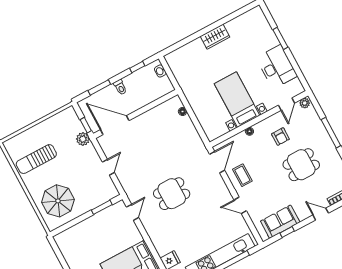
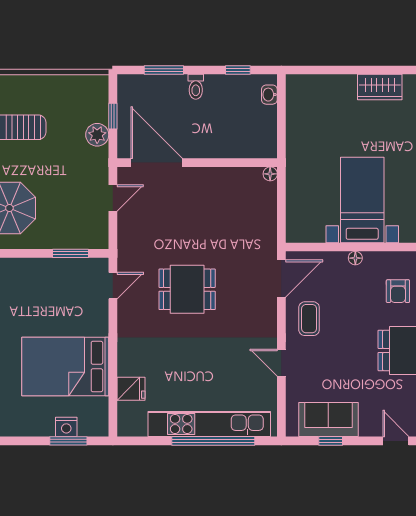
wall: (136, 114) -> (197, 163), moved
door: (115, 125) -> (157, 163), moved

